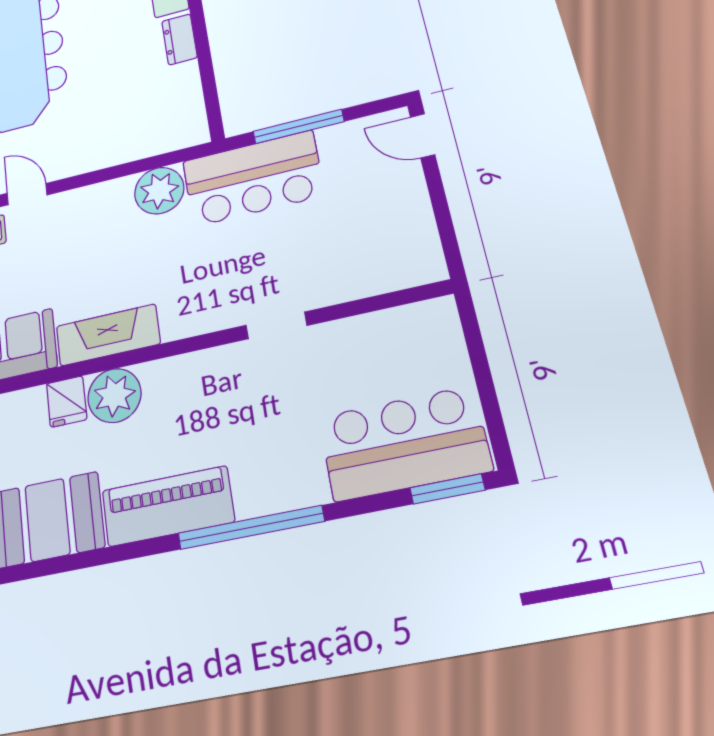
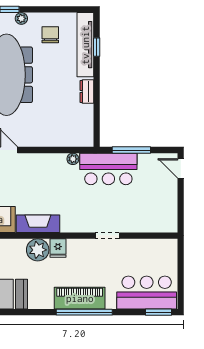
plant: (159, 191) -> (73, 159), width x0.53, depth x0.53
fridge: (67, 402) -> (58, 248), moved
piano: (168, 506) -> (80, 298), moved

